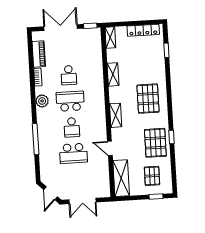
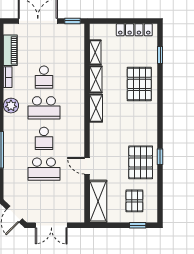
shelving: (110, 38) -> (95, 52), moved
pallet: (148, 99) -> (139, 84), moved
school desk: (70, 101) -> (44, 108), turned 180
shelving: (116, 115) -> (96, 108), moved

